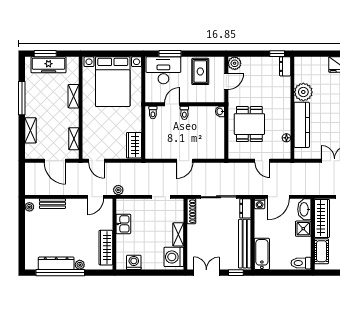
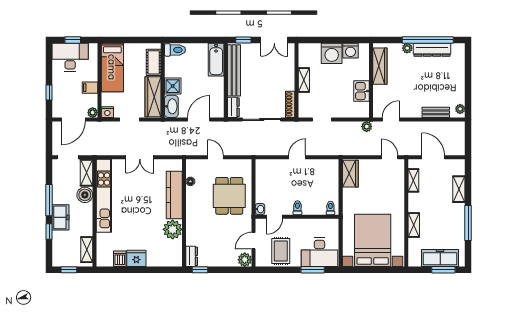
door: (172, 104) -> (275, 217), moved
washing machine: (260, 204) -> (219, 112), removed
washing machine: (174, 257) -> (332, 53), moved, turned 90

